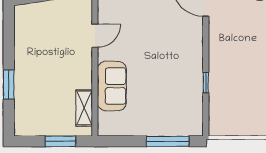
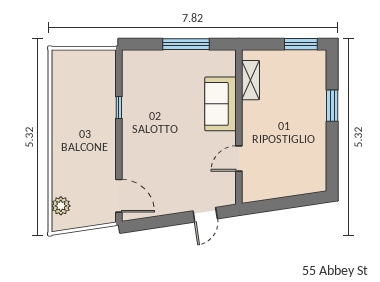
window: (60, 141) -> (301, 44), moved
window: (168, 141) -> (186, 44), moved

